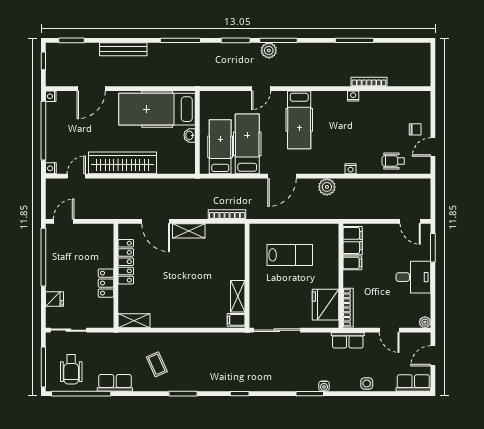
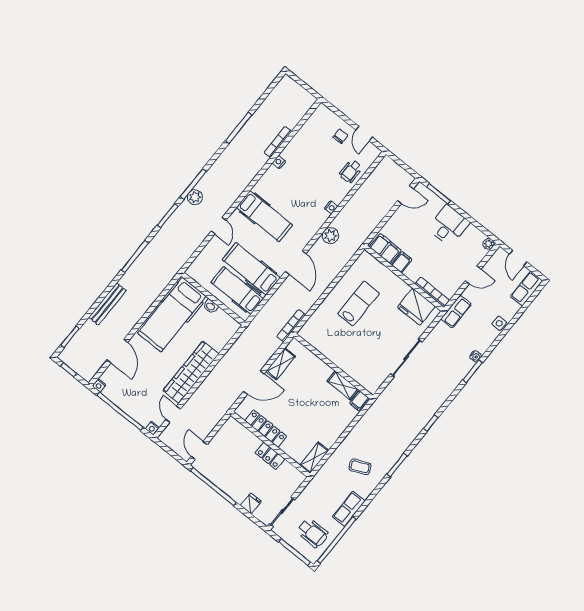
wall: (247, 276) -> (333, 366), moved
shelving: (238, 296) -> (343, 385), moved
filing cabinet: (236, 320) -> (359, 401), moved

